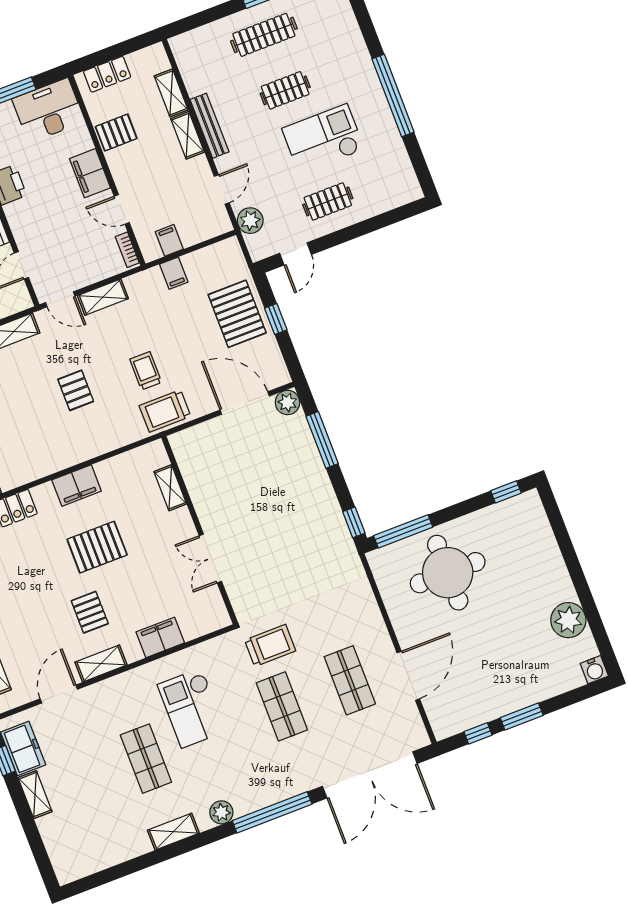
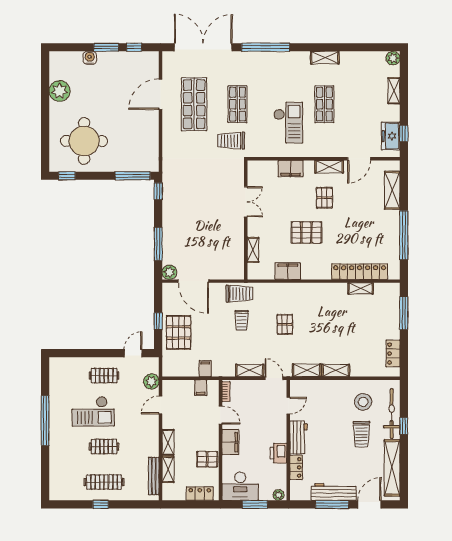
bench: (210, 126) -> (154, 476), moved
filing cabinet: (77, 486) -> (288, 271), moved
round table: (448, 573) -> (84, 141), moved
water cooler: (594, 670) -> (90, 58), moved
shop shelf: (350, 680) -> (194, 104), width x1.43, depth x1.36
shelving: (35, 795) -> (394, 91), moved
plant: (221, 812) -> (393, 58), moved

